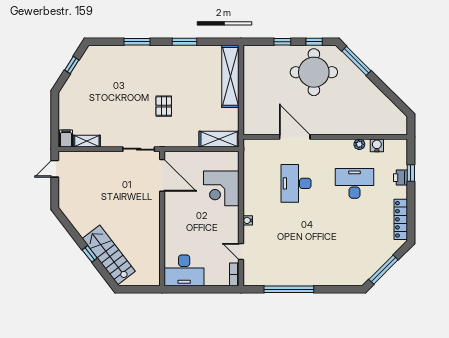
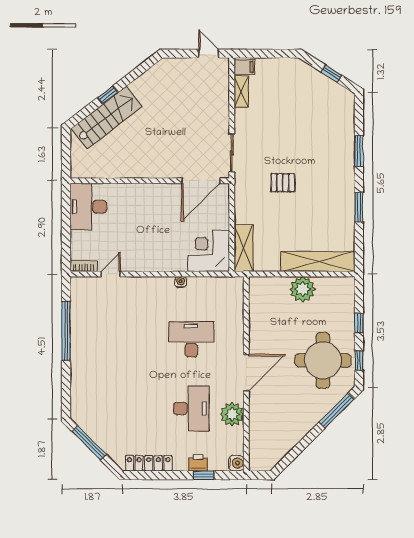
plant: (254, 89) -> (303, 289), added
door: (295, 137) -> (246, 373), moved
plant: (359, 144) -> (232, 414), width x1.88, depth x1.88
water cooler: (377, 145) -> (236, 463), moved
corner desk: (221, 188) -> (209, 251), moved
water cooler: (248, 220) -> (181, 282), moved

